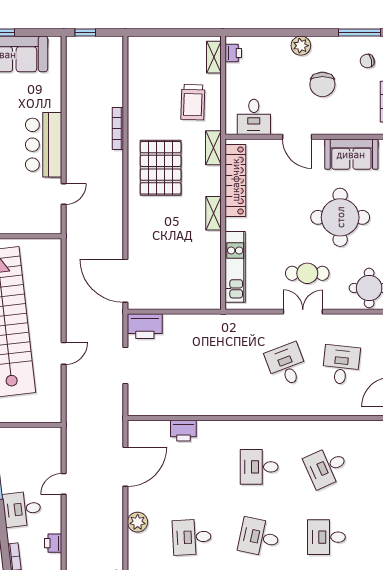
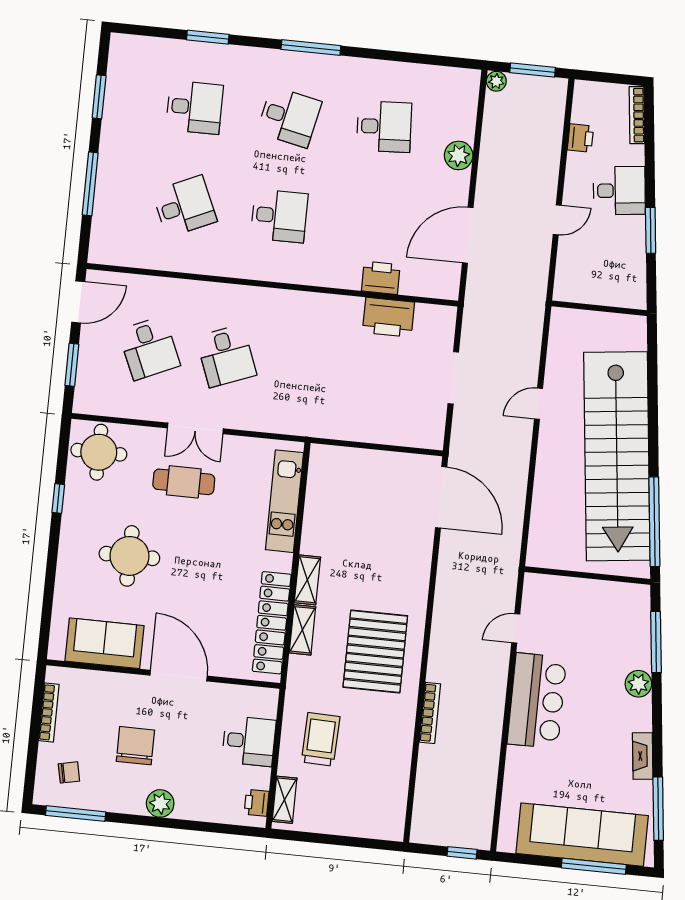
desk: (254, 117) -> (249, 741), moved, turned 90
door: (297, 137) -> (179, 676), width x1.36
shelving: (213, 148) -> (302, 630), moved
round table: (340, 217) -> (129, 556), width x0.73, depth x0.73
printer: (145, 326) -> (388, 317), moved, turned 180
desk: (341, 365) -> (149, 348), turned -30

